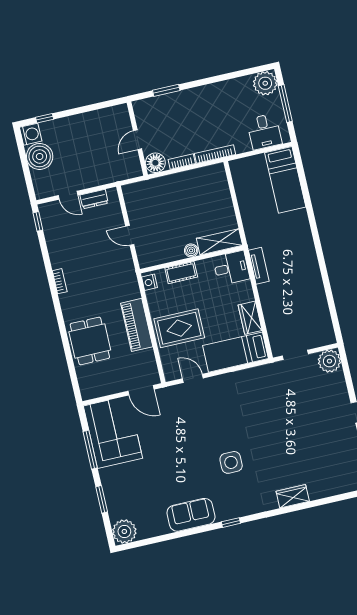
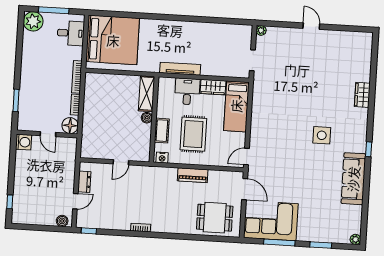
washing machine: (31, 134) -> (24, 142), moved, turned 90
boiler: (40, 156) -> (62, 221), moved, width x0.54, depth x0.54
bed: (285, 180) -> (113, 40), width x2.04
tv unit: (259, 266) -> (180, 69), width x1.41
desk: (231, 268) -> (187, 91), moved
piano: (137, 325) -> (193, 175), width x0.73, depth x0.75
rug: (179, 328) -> (193, 134), moved
dining table: (90, 341) -> (215, 218), moved
plant: (329, 361) -> (261, 30), width x0.53, depth x0.53
door: (193, 378) -> (247, 157), moved
door: (141, 390) -> (245, 189), hinge flipped
sofa: (191, 515) -> (353, 179), width x1.36
plant: (124, 531) -> (355, 239), width x0.53, depth x0.53

